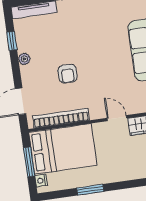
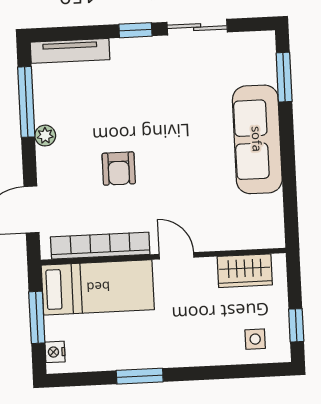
window: (12, 41) -> (26, 102), width x2.17
door: (117, 118) -> (176, 256), moved
bed: (63, 149) -> (98, 287), width x0.67

